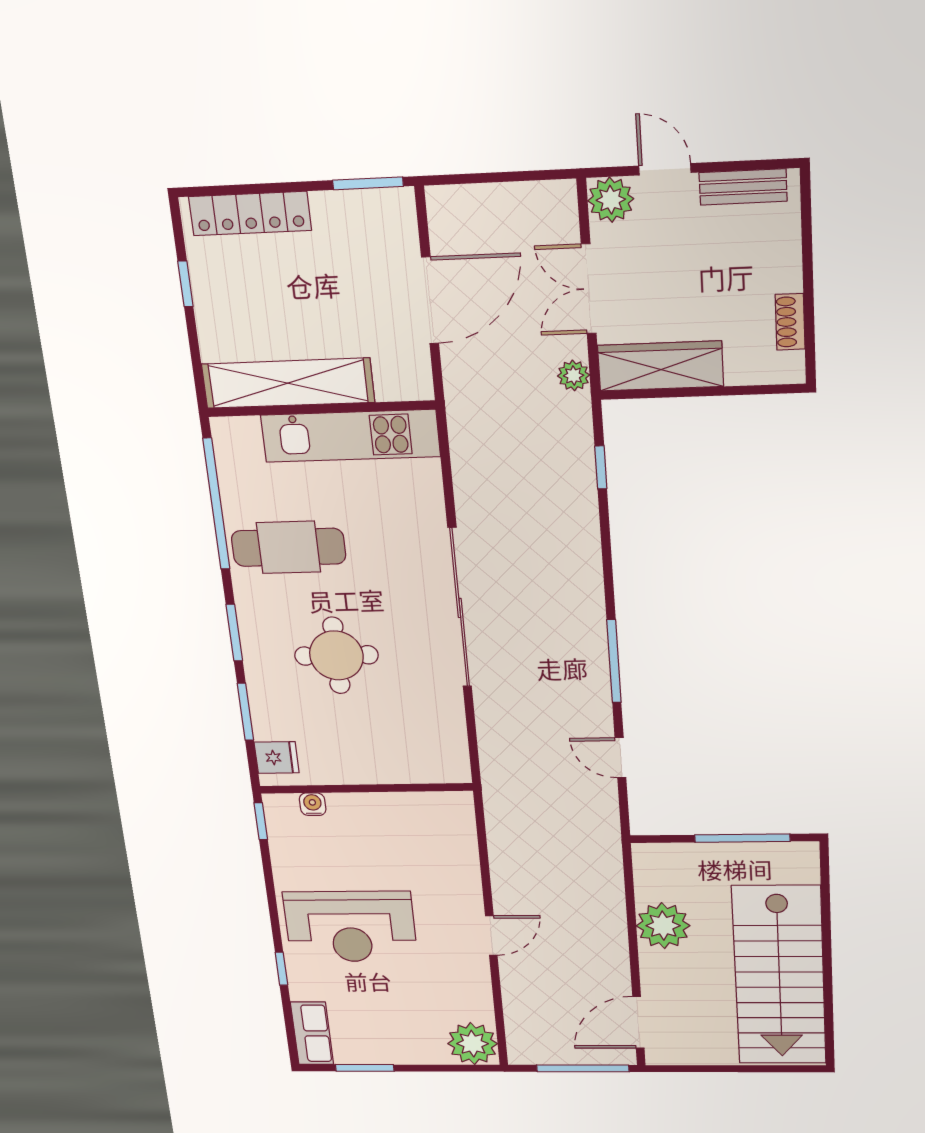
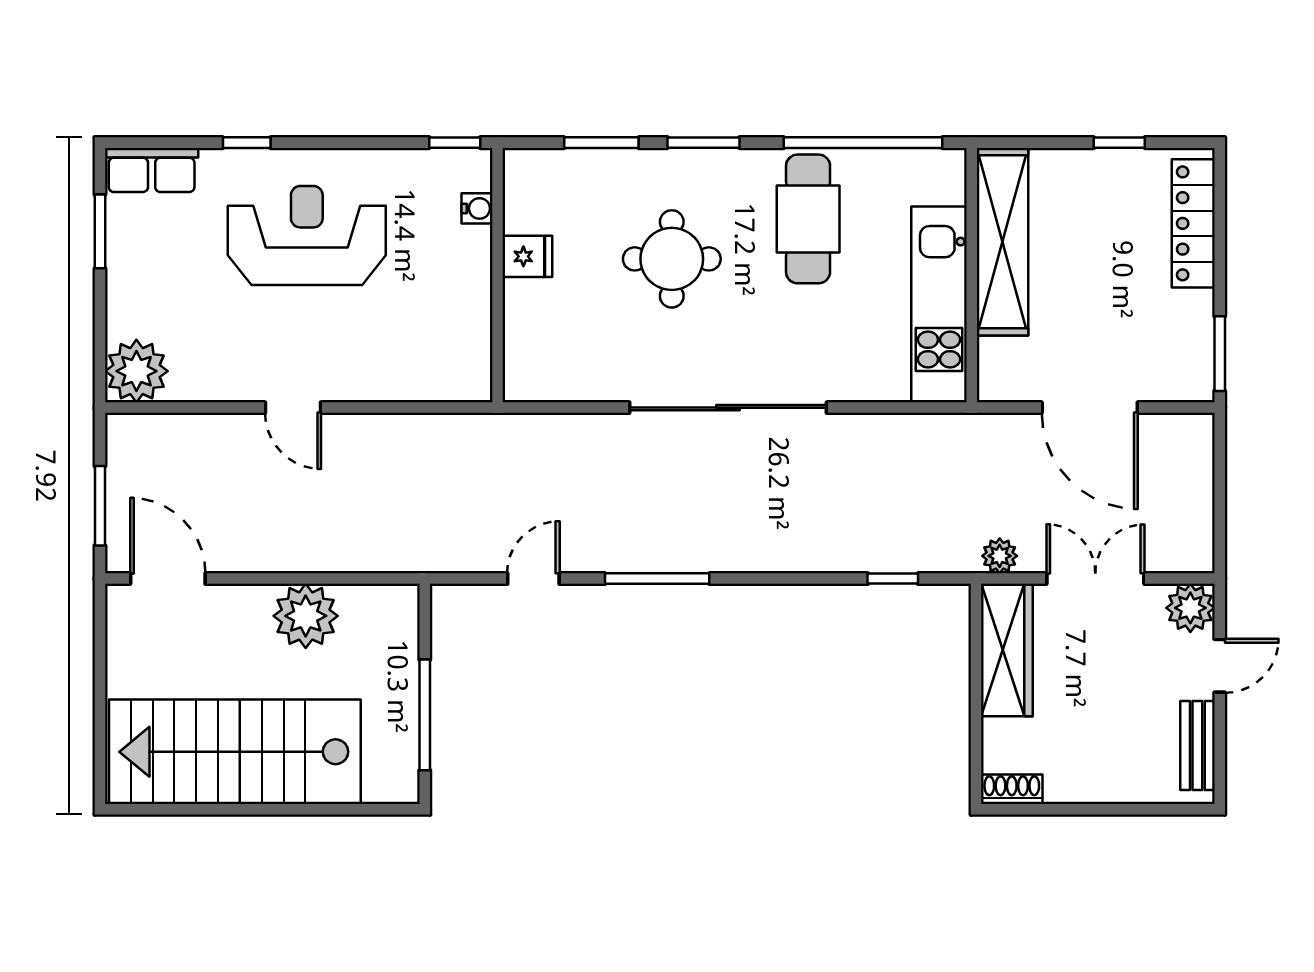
shoe rack: (790, 322) -> (1012, 789), moved
fridge: (277, 757) -> (527, 256), moved, turned -90
reception desk: (350, 927) -> (307, 236), turned 90
window: (583, 1068) -> (100, 506), width x0.69

